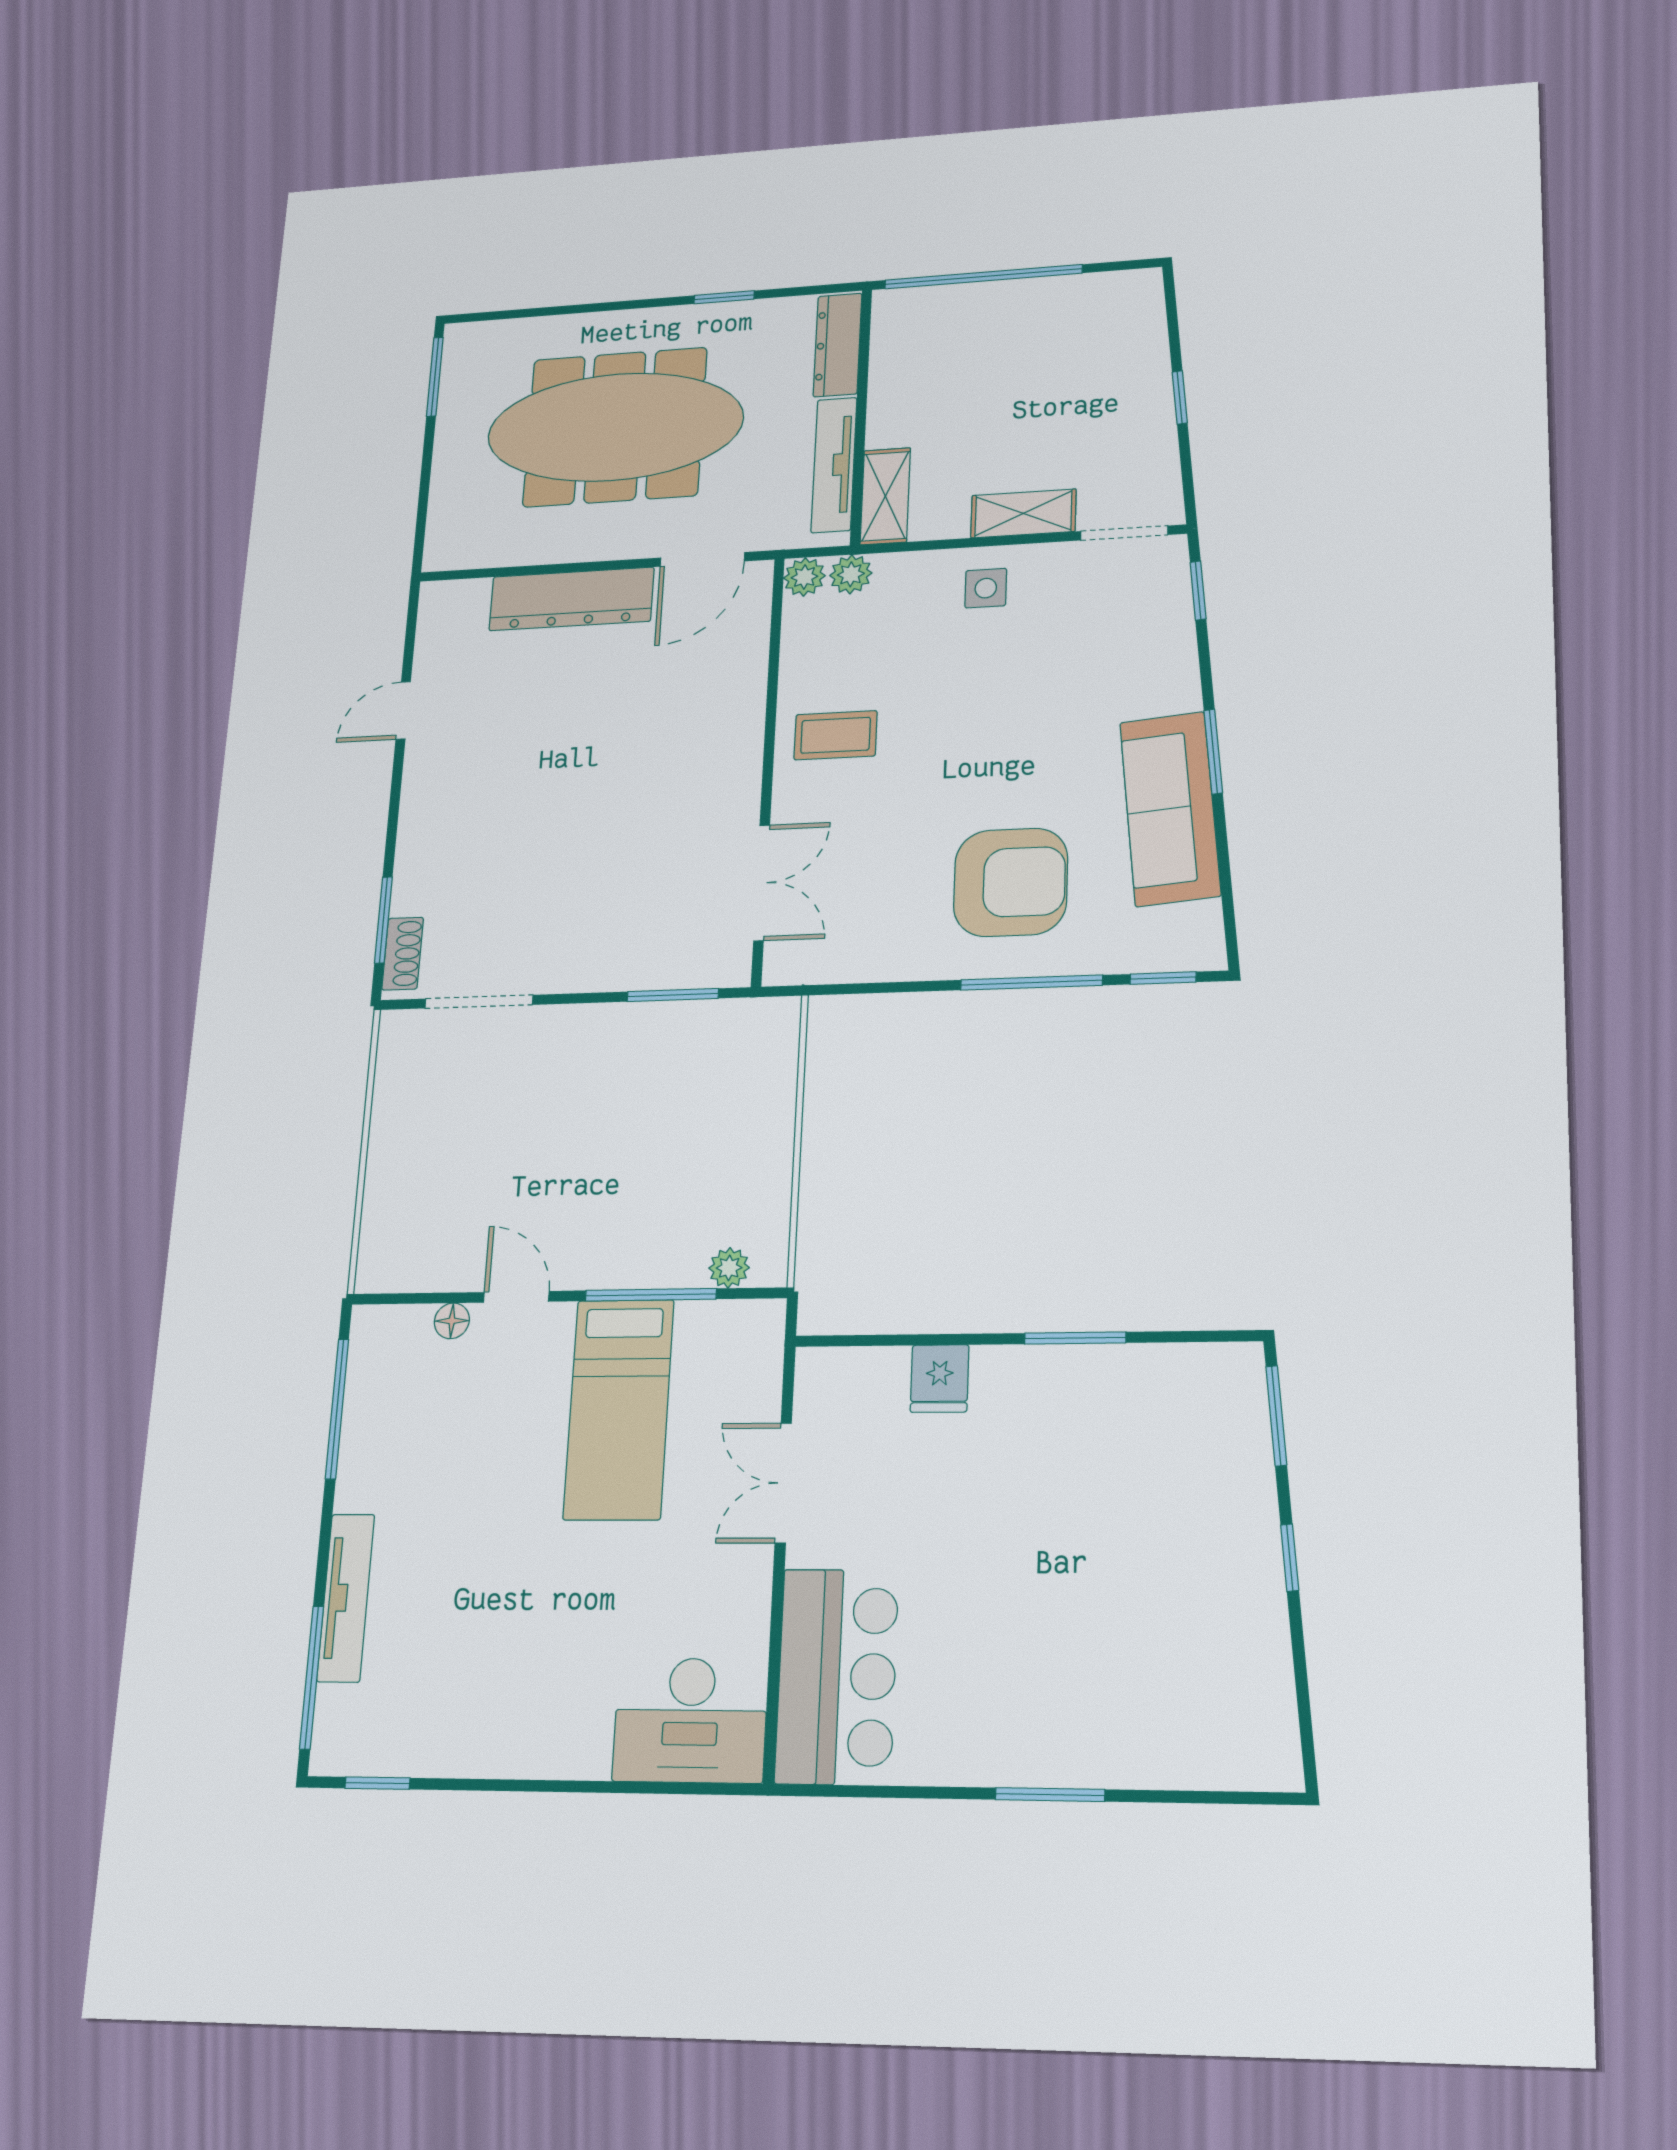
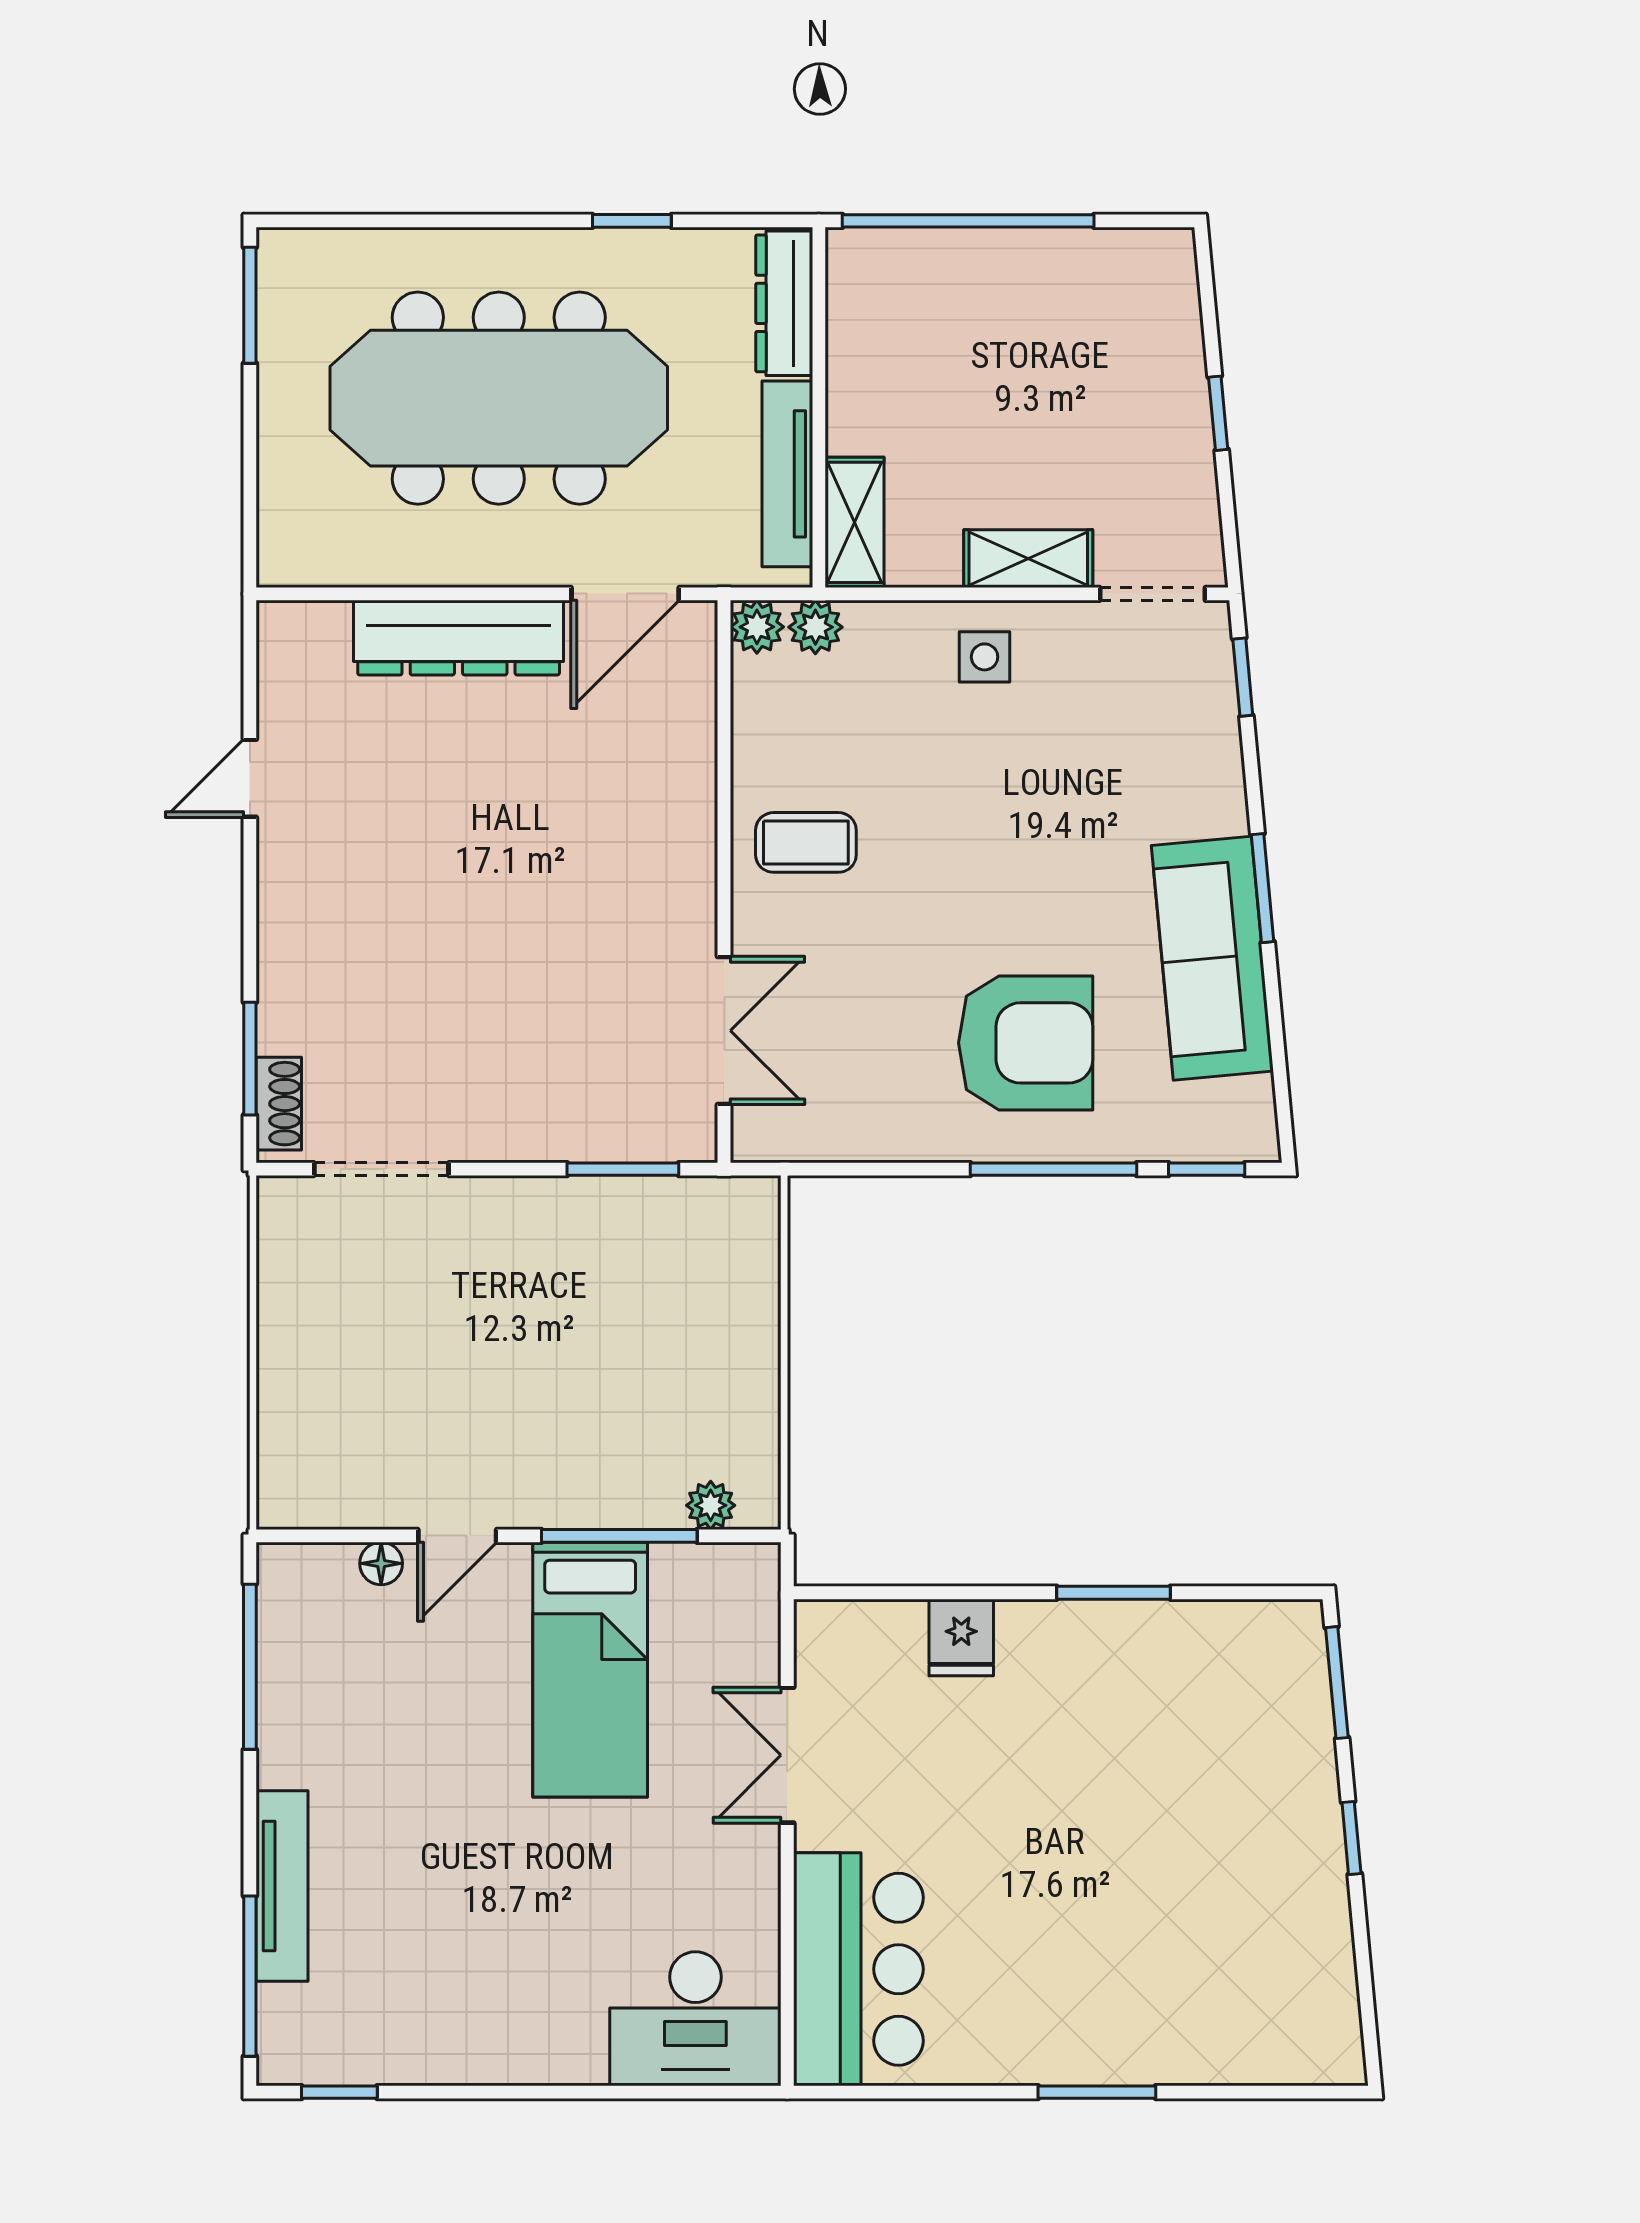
door: (516, 1297) -> (457, 1536), swing flipped

